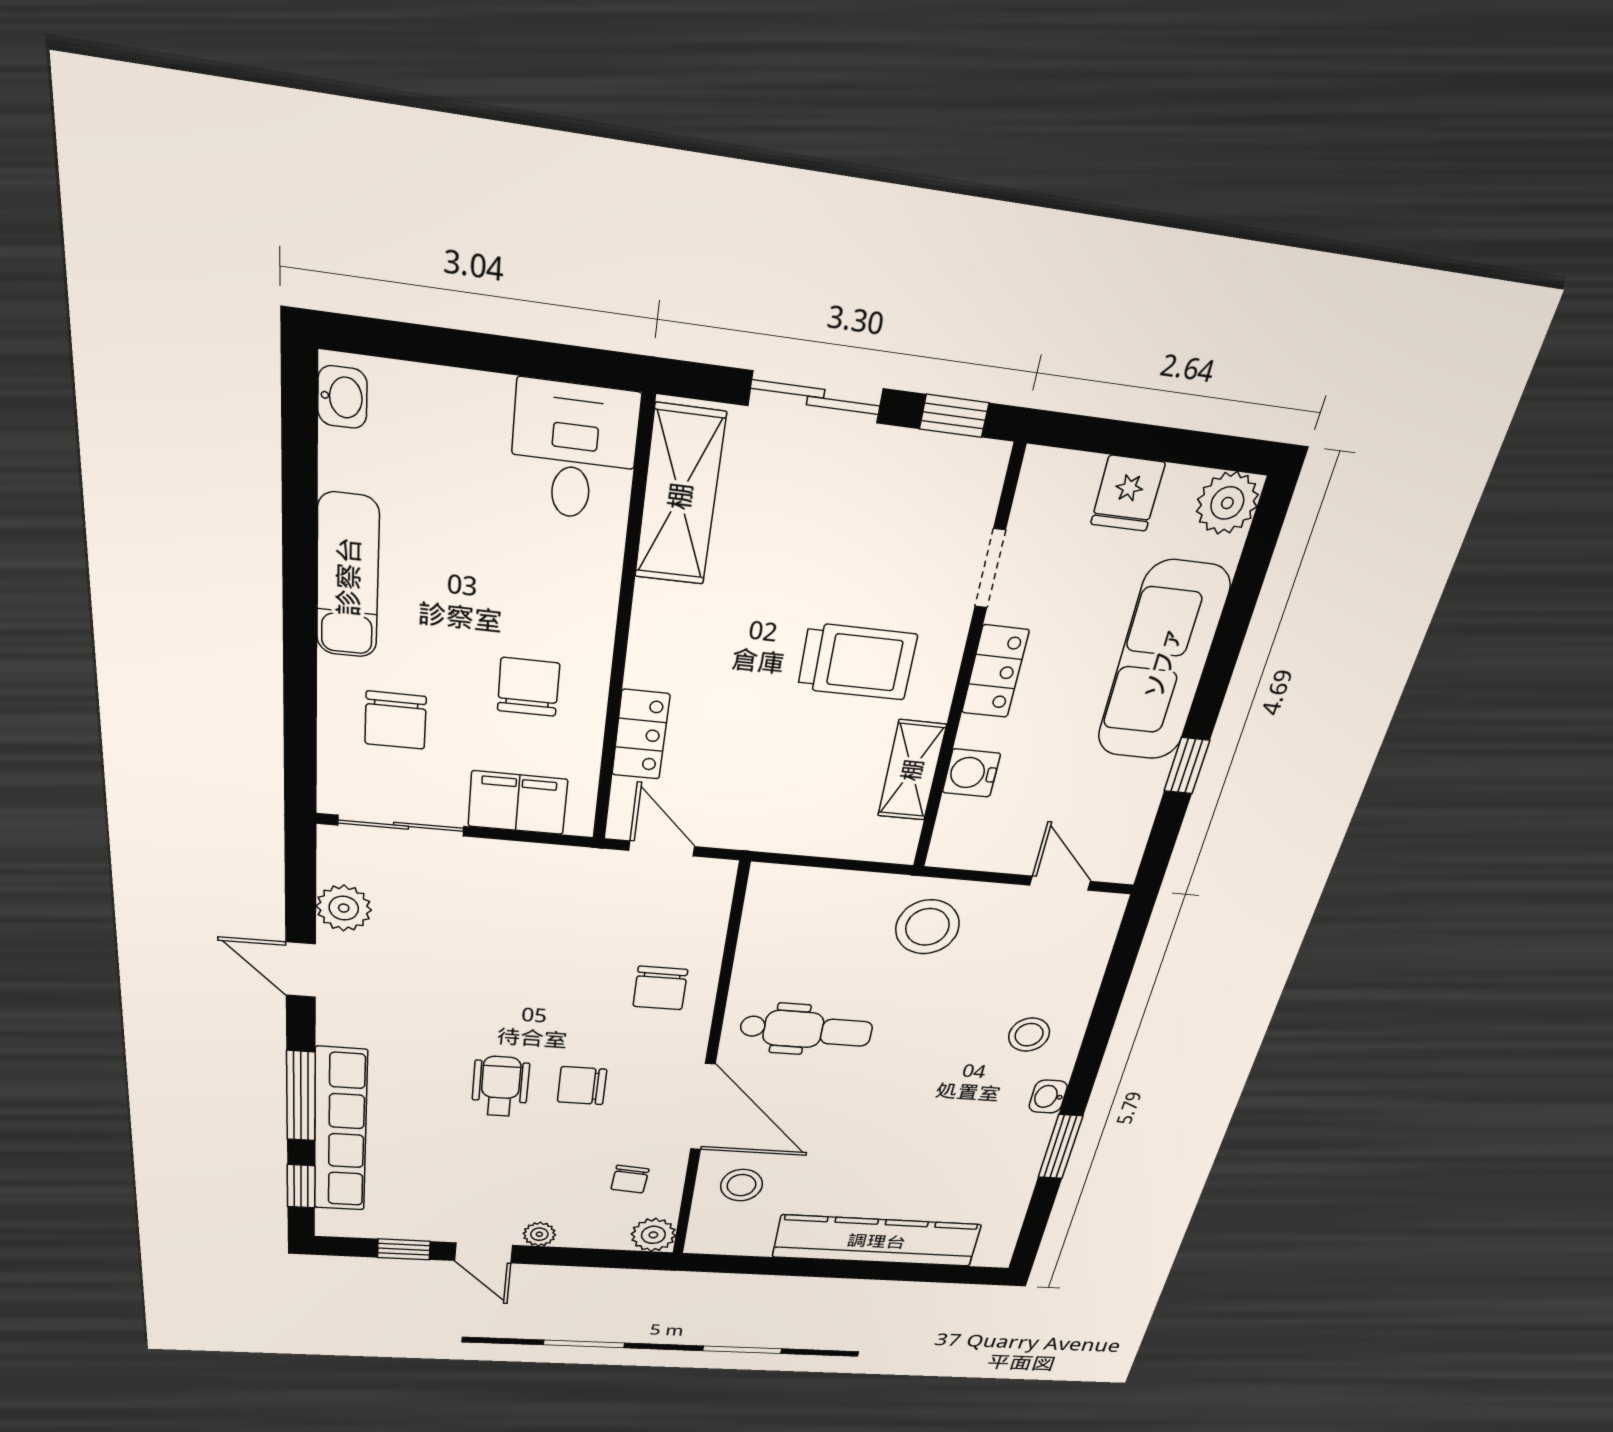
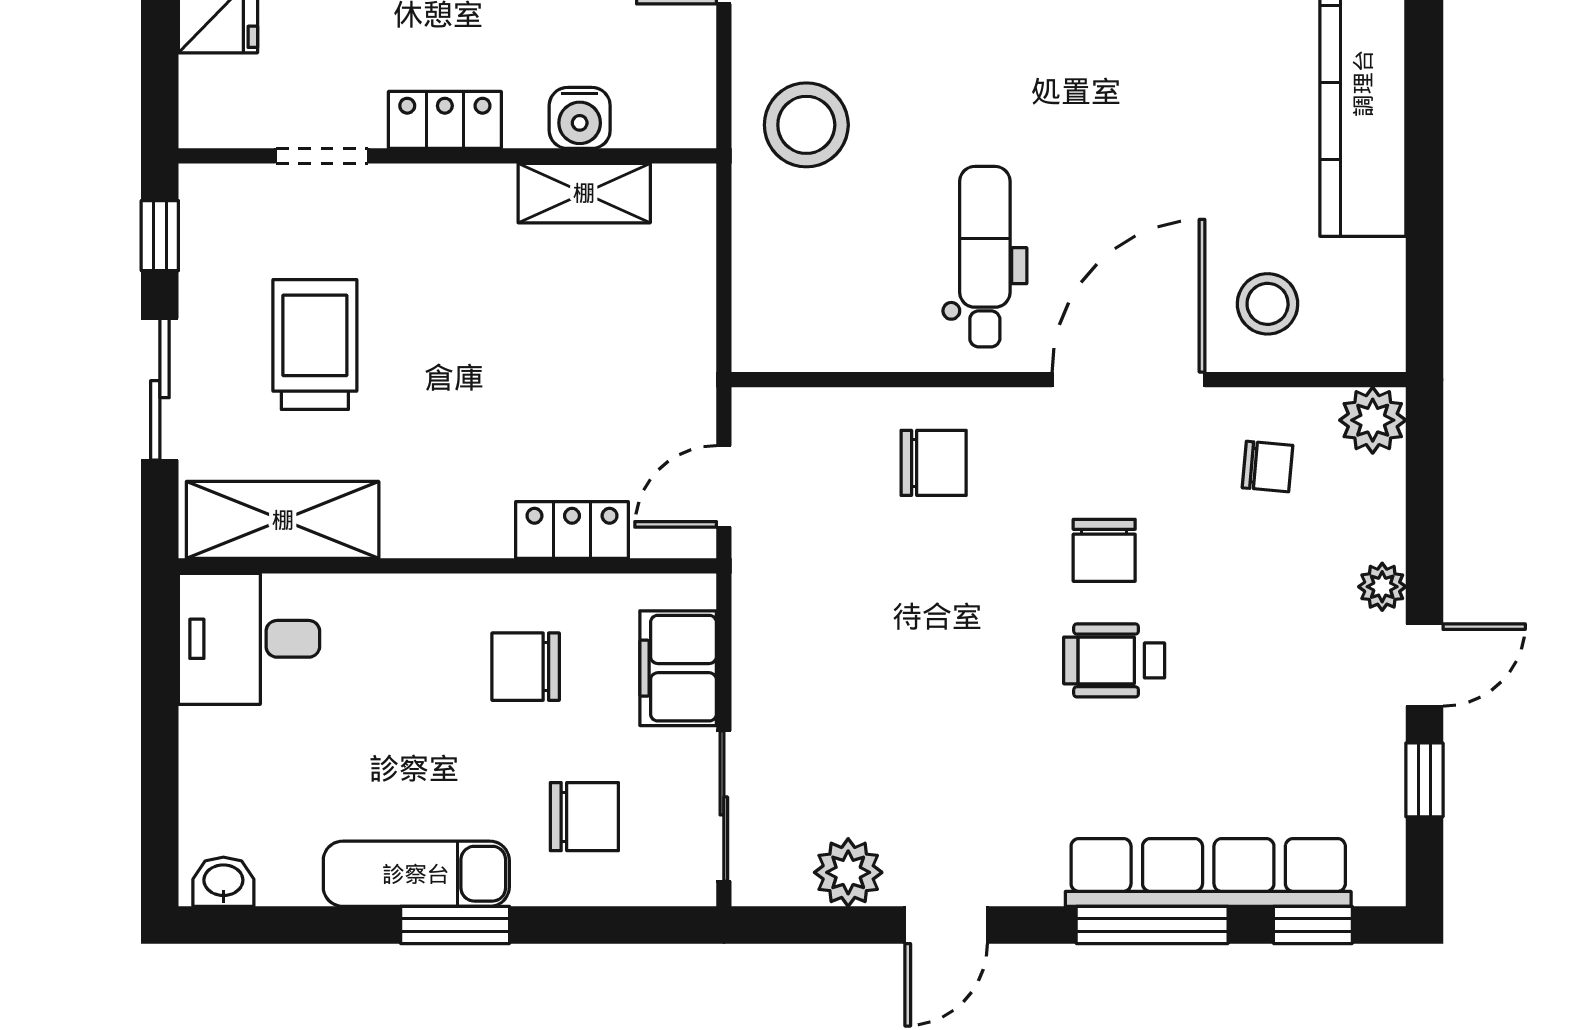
window: (300, 605) -> (455, 925), added
trolley: (857, 662) -> (315, 344), moved

